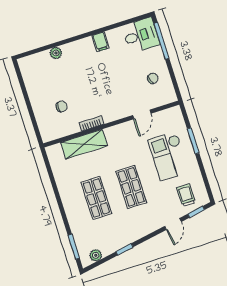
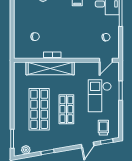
door: (142, 114) -> (106, 60), moved
shelving: (84, 144) -> (50, 68), width x1.47
shop shelf: (96, 198) -> (39, 109), width x1.43, depth x1.36

